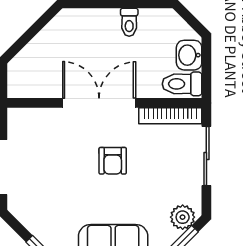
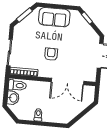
double door: (99, 103) -> (68, 81), moved
plant: (183, 217) -> (22, 26), removed

